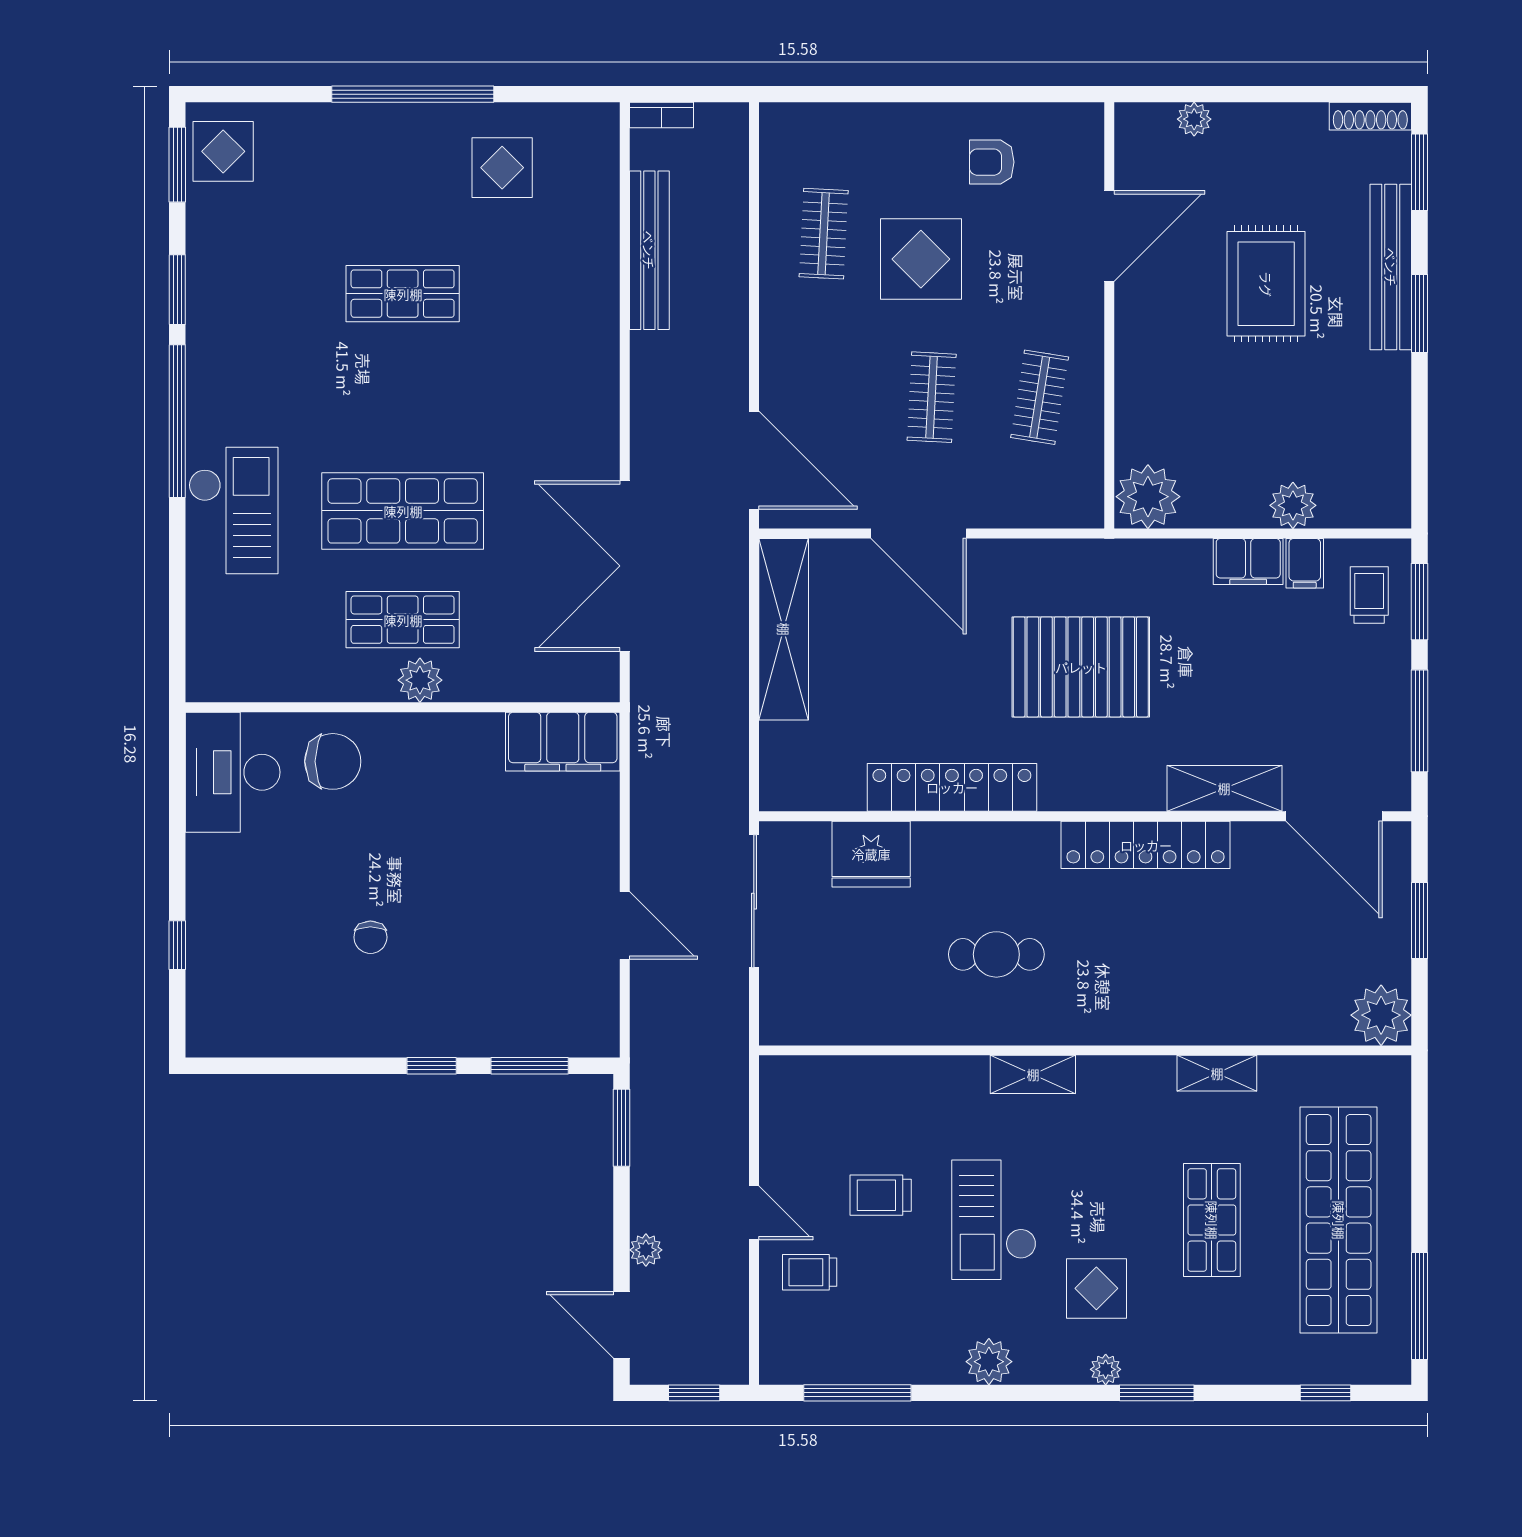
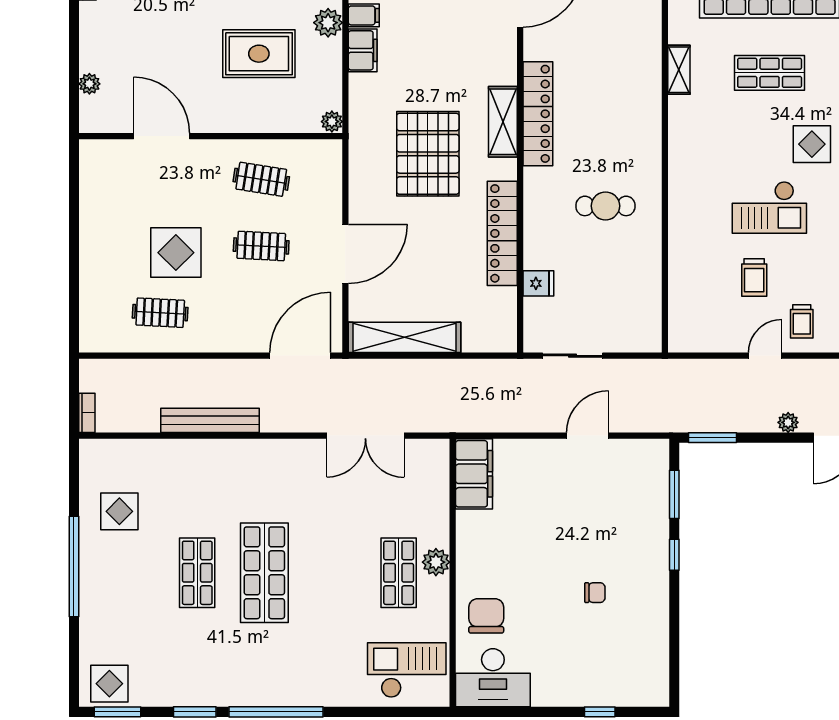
armchair: (992, 162) -> (116, 209), removed
bench: (649, 250) -> (210, 420), moved
rug: (1266, 284) -> (259, 54), moved
plant: (1148, 497) -> (332, 122), width x0.53, depth x0.53
checkout: (233, 511) -> (407, 670), moved
shop shelf: (403, 511) -> (264, 573), moved
double door: (625, 566) -> (365, 436), width x0.73
shelving: (1224, 788) -> (503, 122), moved
fridge: (871, 854) -> (538, 283), width x0.53, depth x0.75
sliding door: (754, 901) -> (573, 356), width x0.73
cafe table: (996, 954) -> (605, 206), turned 90
shelving: (1033, 1074) -> (680, 183), removed

